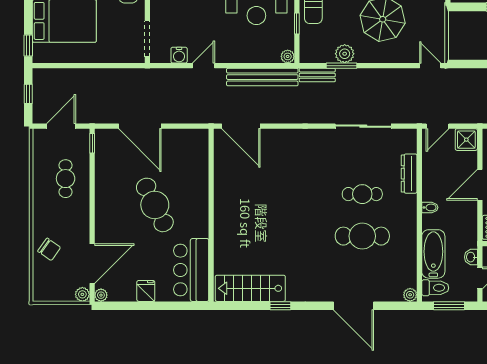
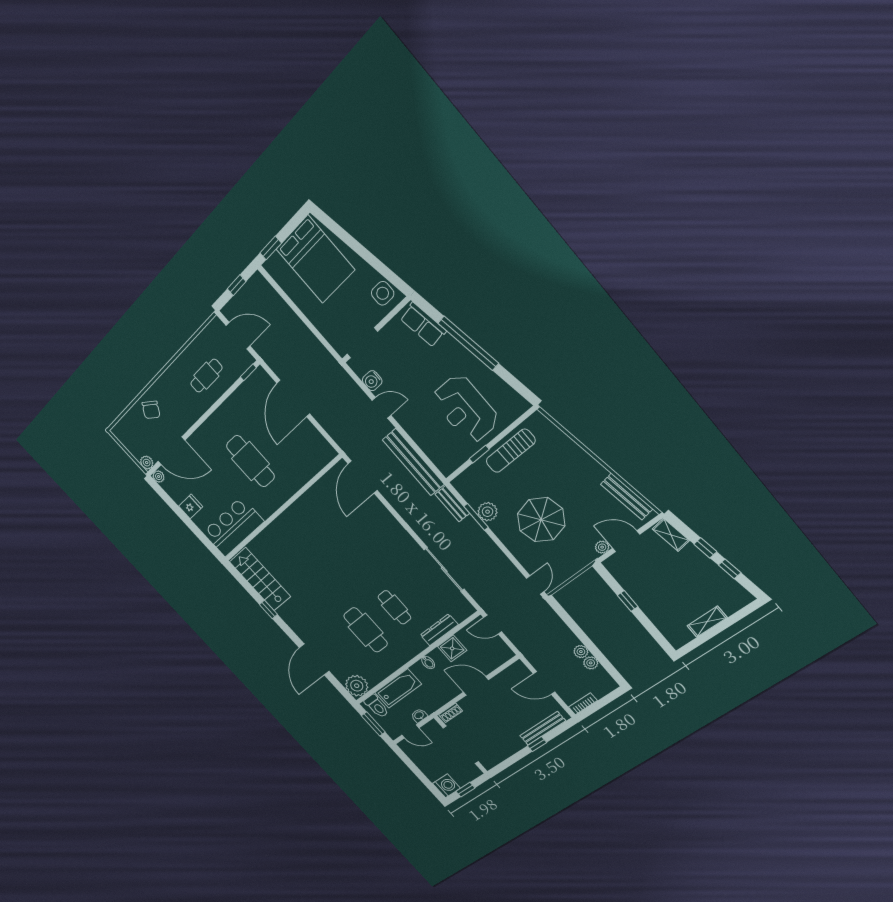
plant: (288, 56) -> (447, 469), removed
shower: (466, 140) -> (452, 648), moved
cafe table: (155, 205) -> (250, 461), turned -64
plant: (410, 295) -> (357, 686), width x1.88, depth x1.88

